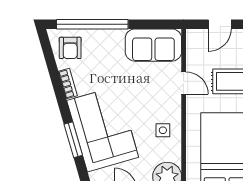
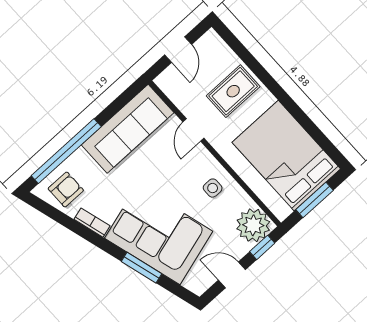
sofa: (153, 45) -> (128, 129), width x1.36
armchair: (70, 48) -> (66, 189), turned -90
door: (184, 83) -> (193, 130), swing flipped

